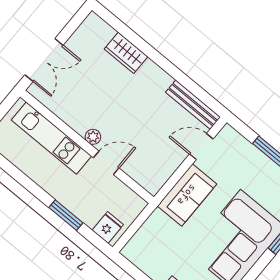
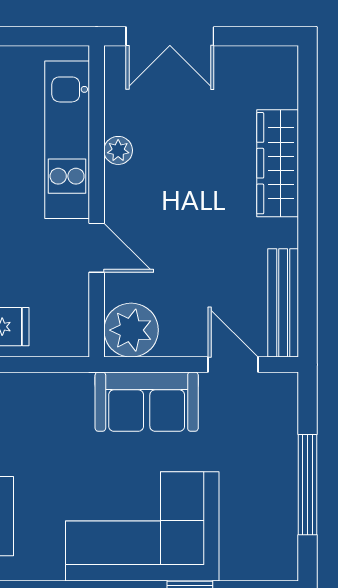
wardrobe: (126, 53) -> (278, 163), width x1.50
plant: (93, 137) -> (118, 150), moved
plant: (152, 177) -> (131, 330), added

